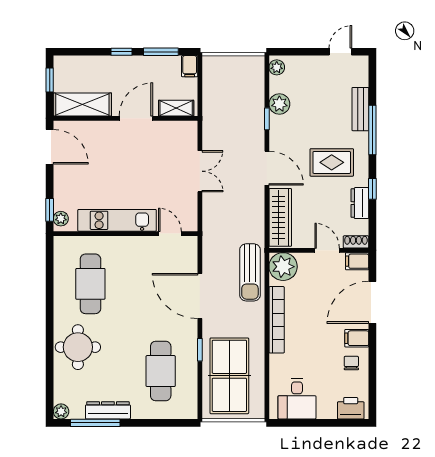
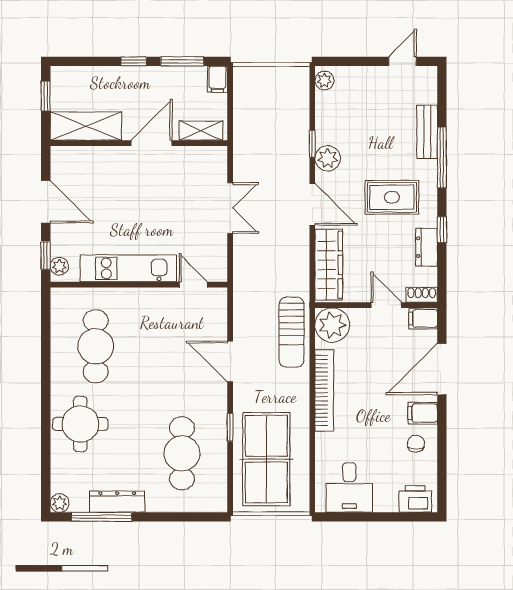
plant: (279, 104) -> (328, 158), moved
door: (50, 147) -> (46, 202), moved
door: (200, 296) -> (230, 361), width x0.73

